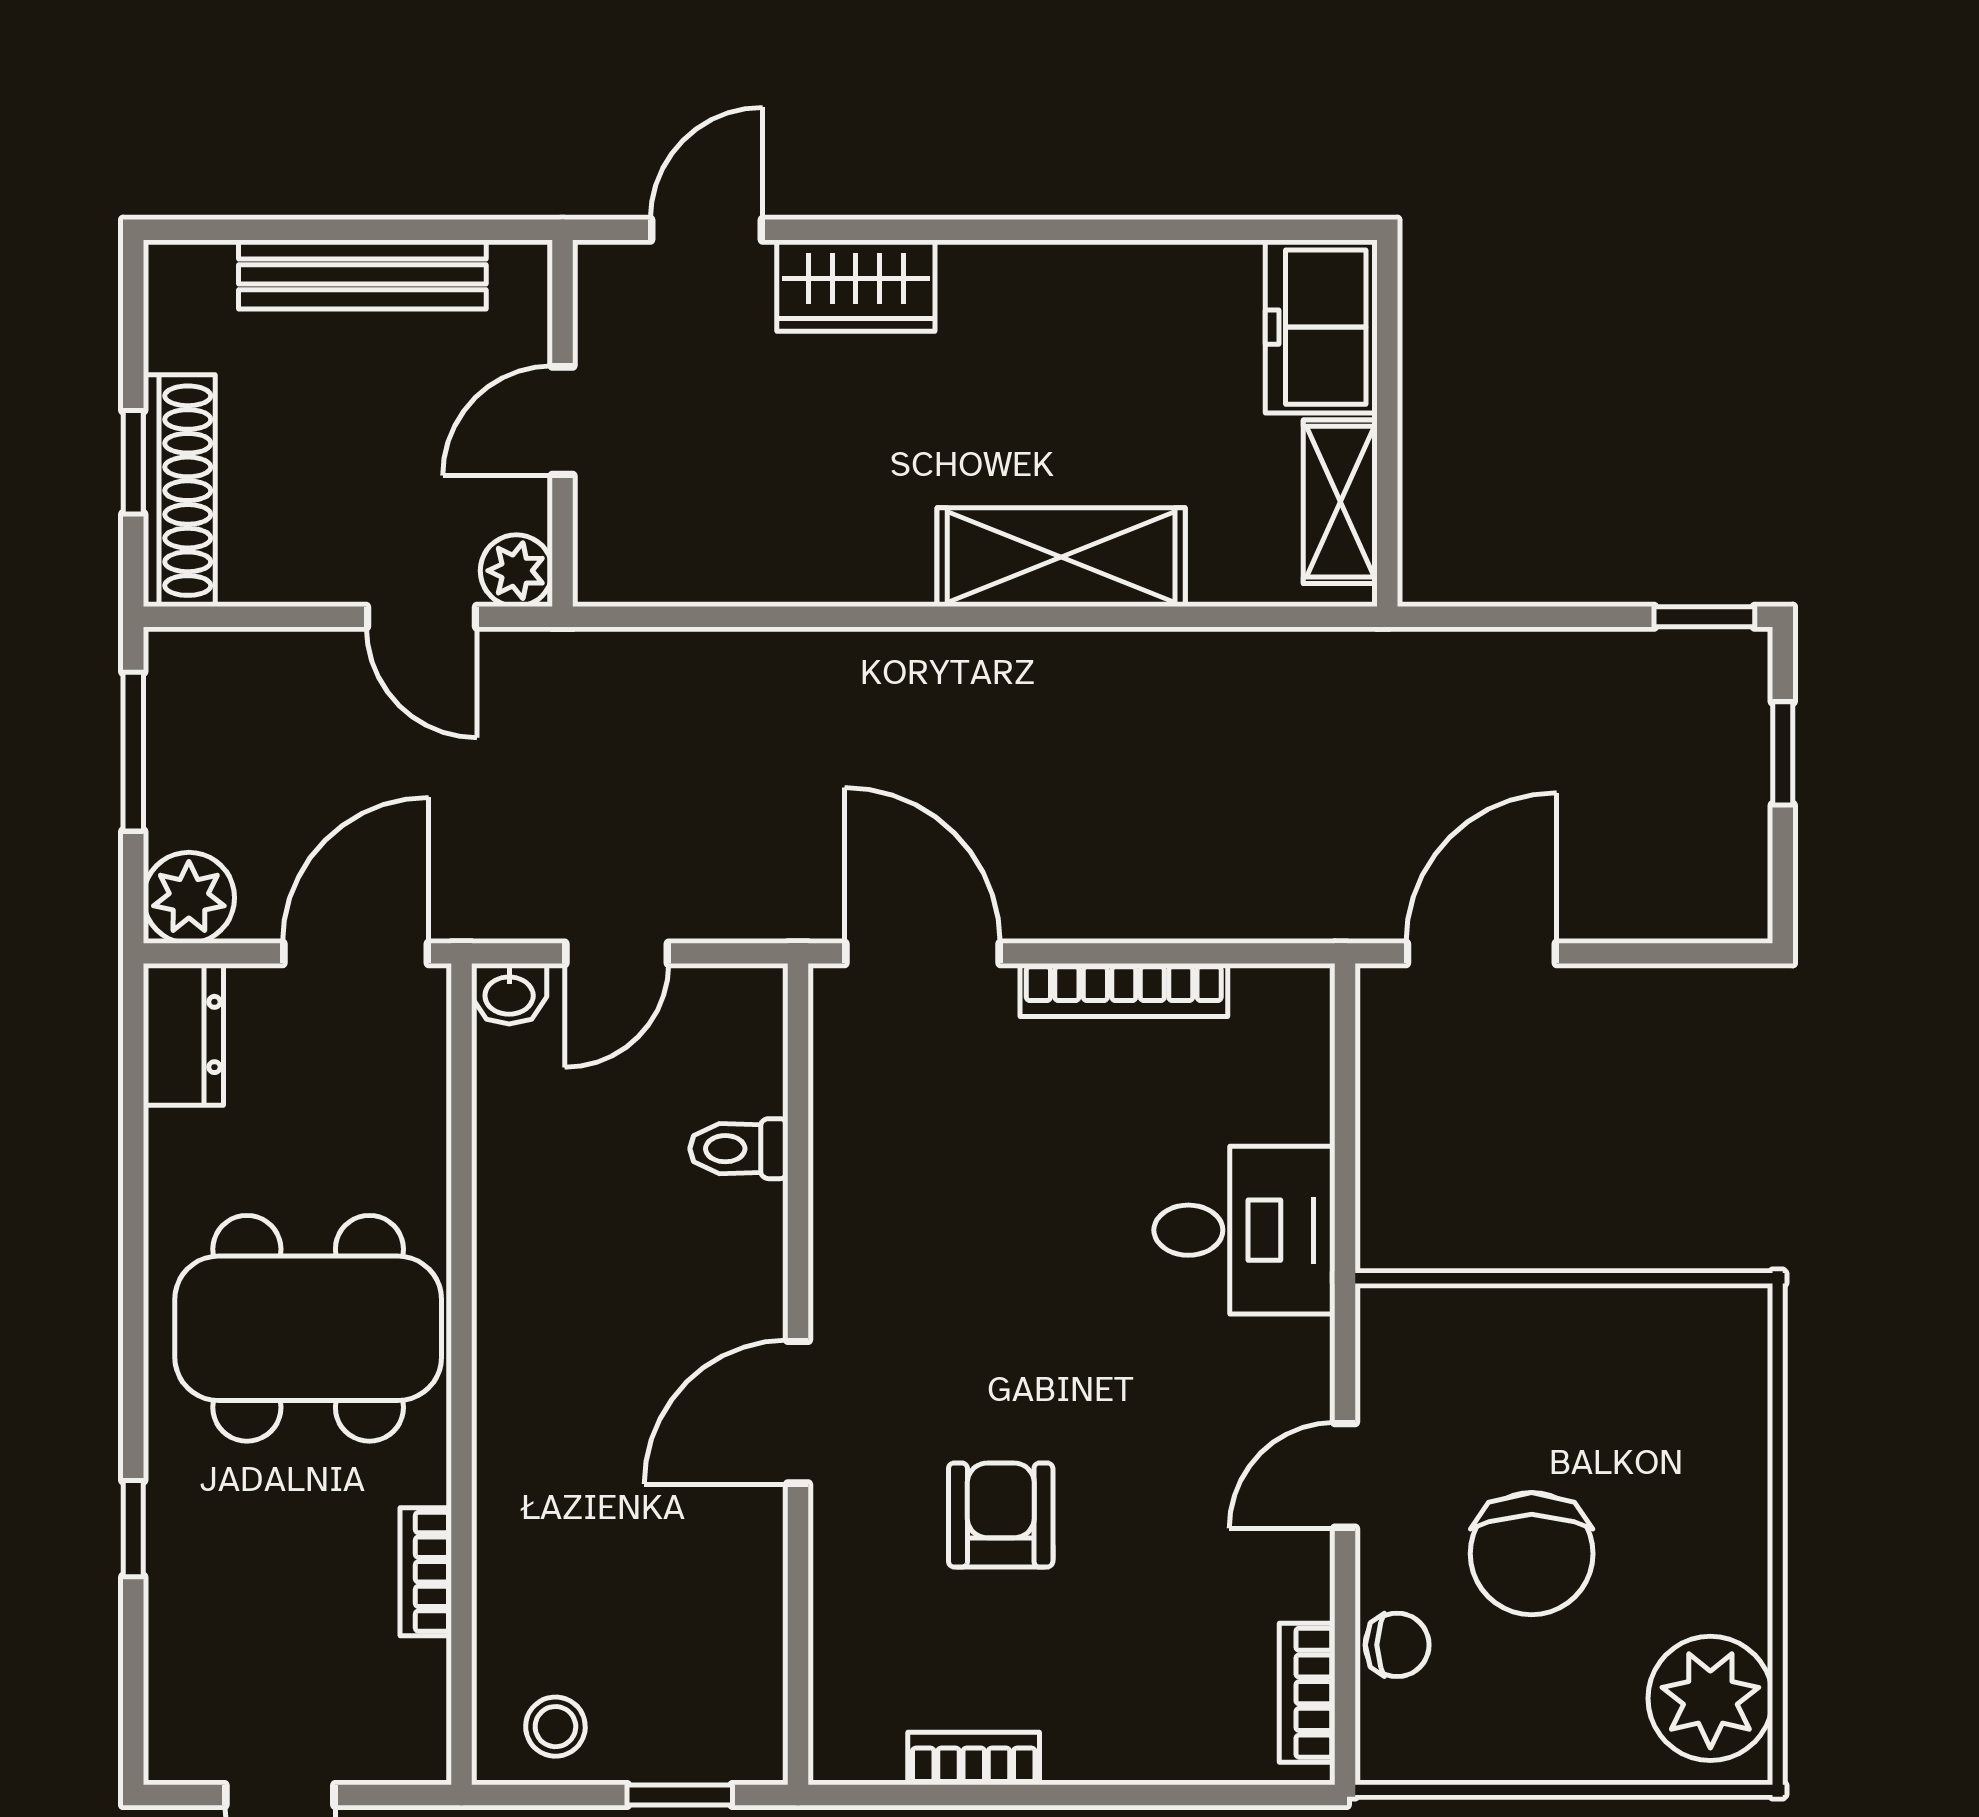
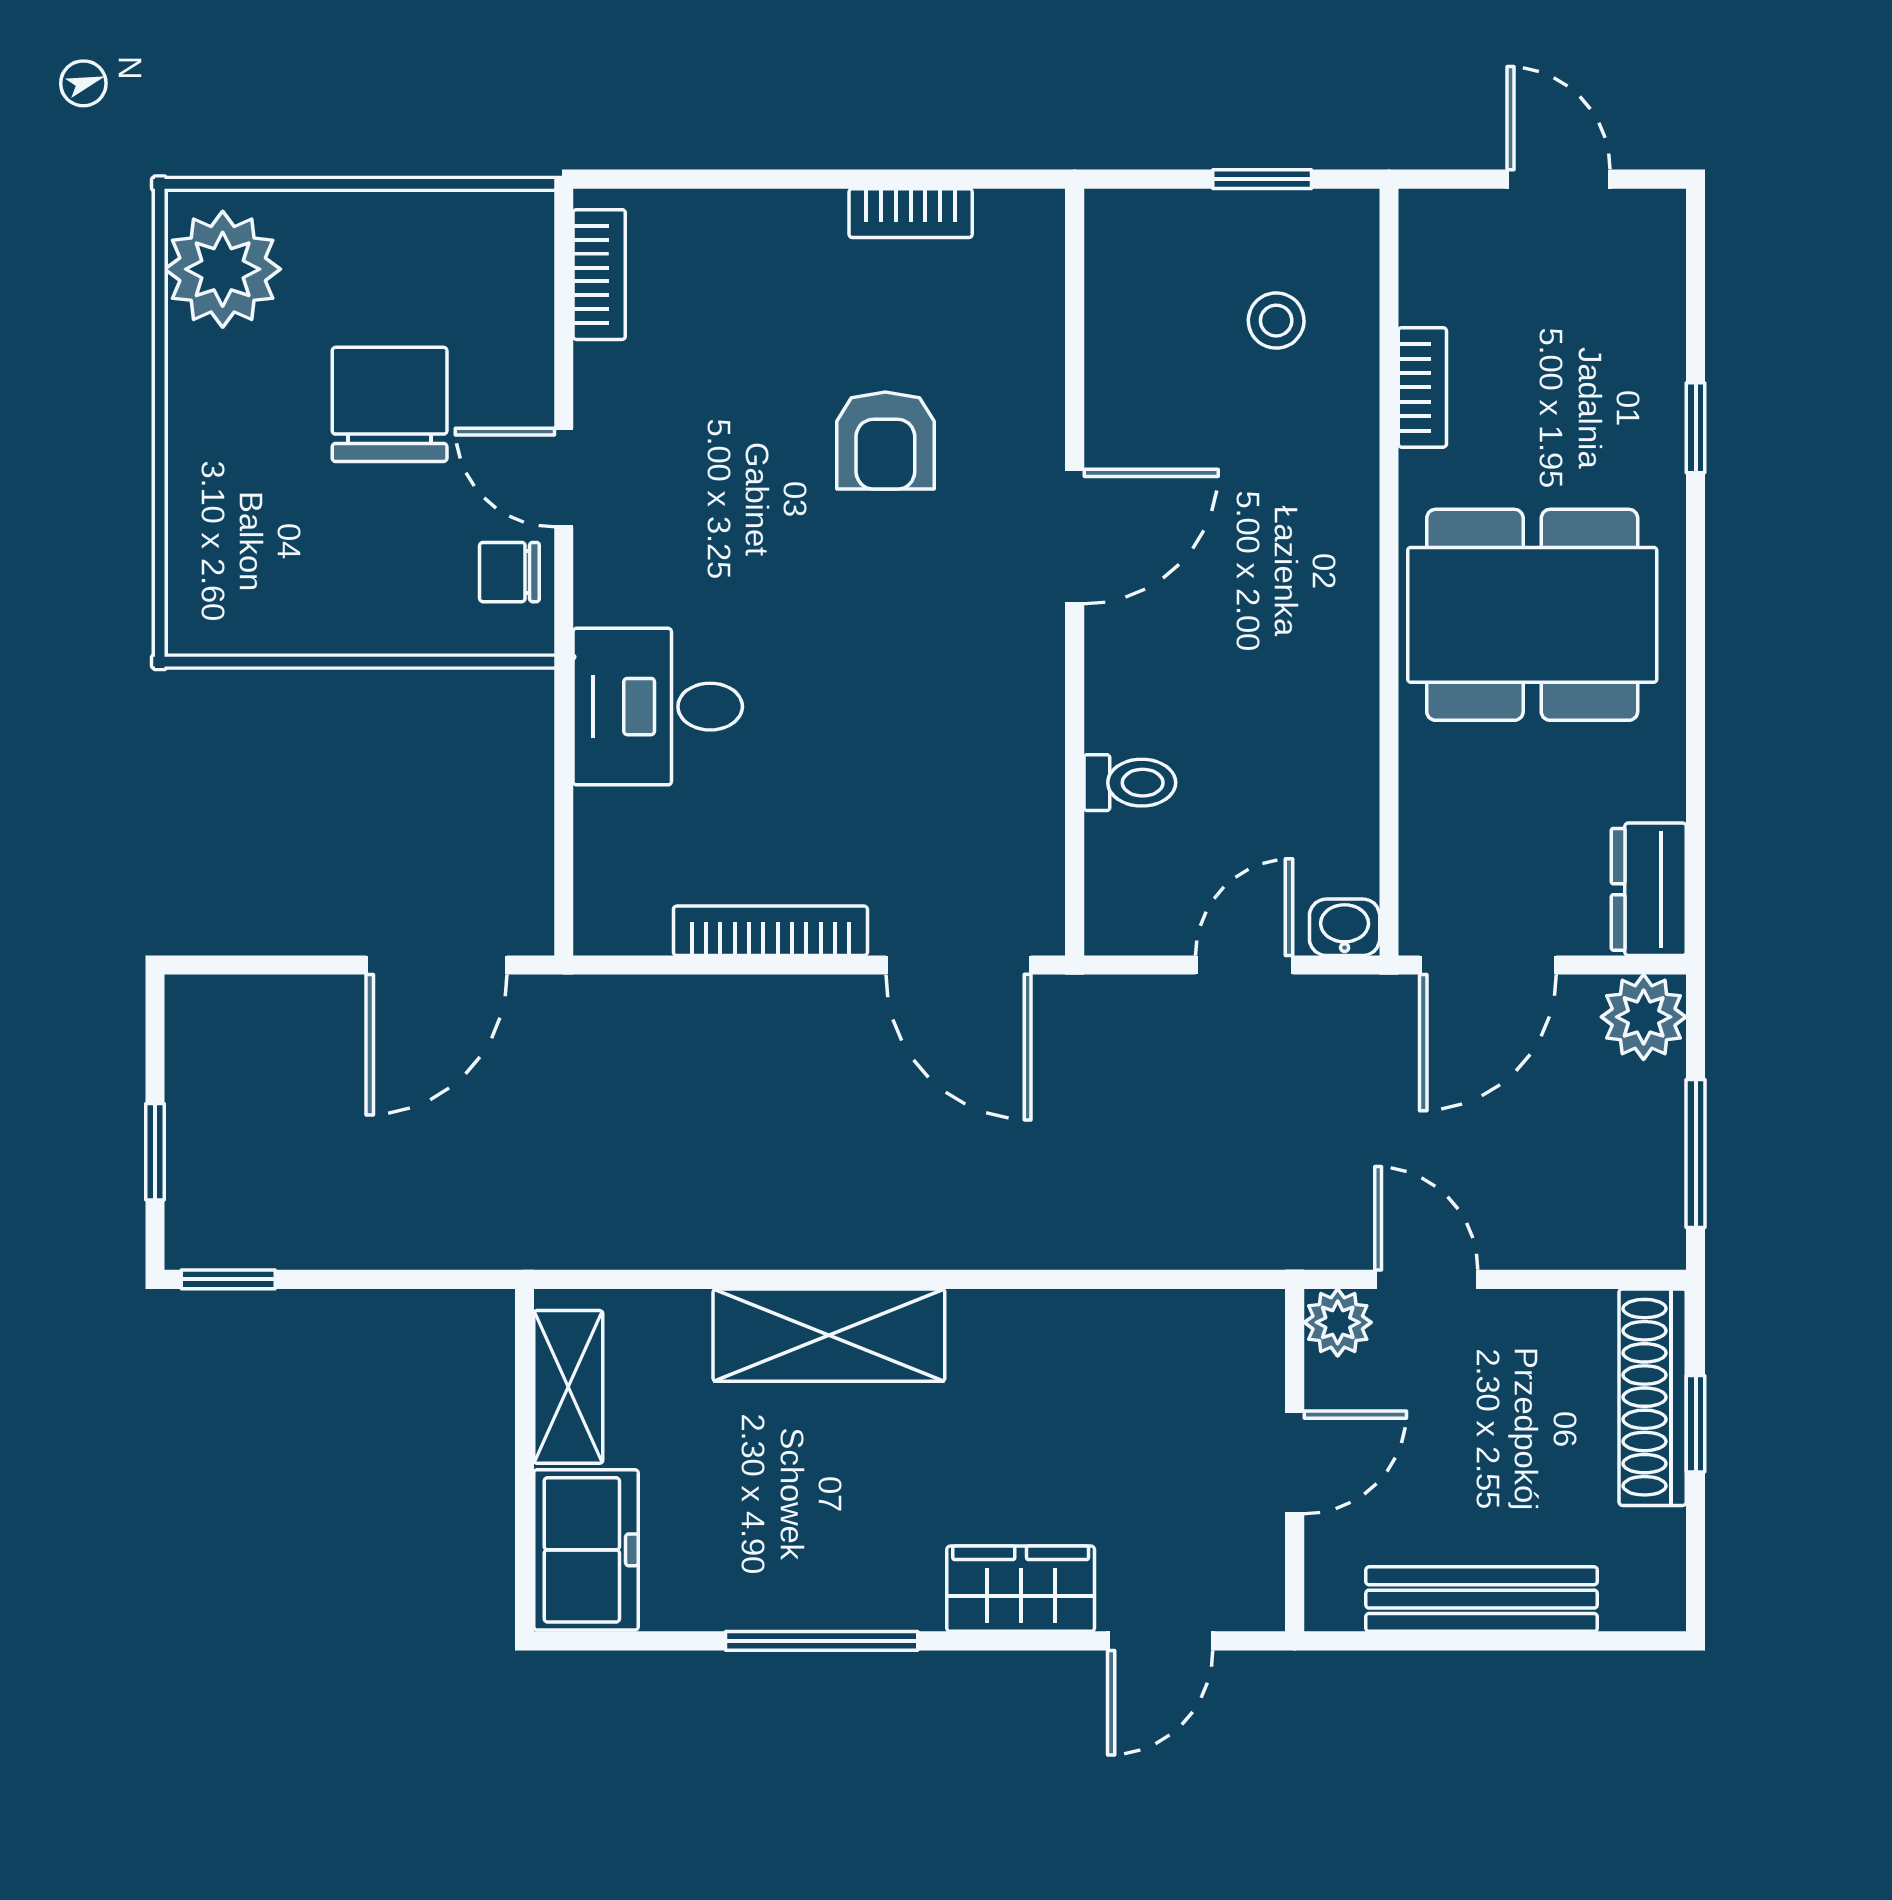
window: (1069, 230) -> (822, 1641), added
door: (1345, 1475) -> (564, 477), swing flipped
chair: (1397, 1645) -> (509, 572), moved
stool: (555, 1727) -> (1276, 321), moved
window: (680, 1795) -> (1262, 179), moved

